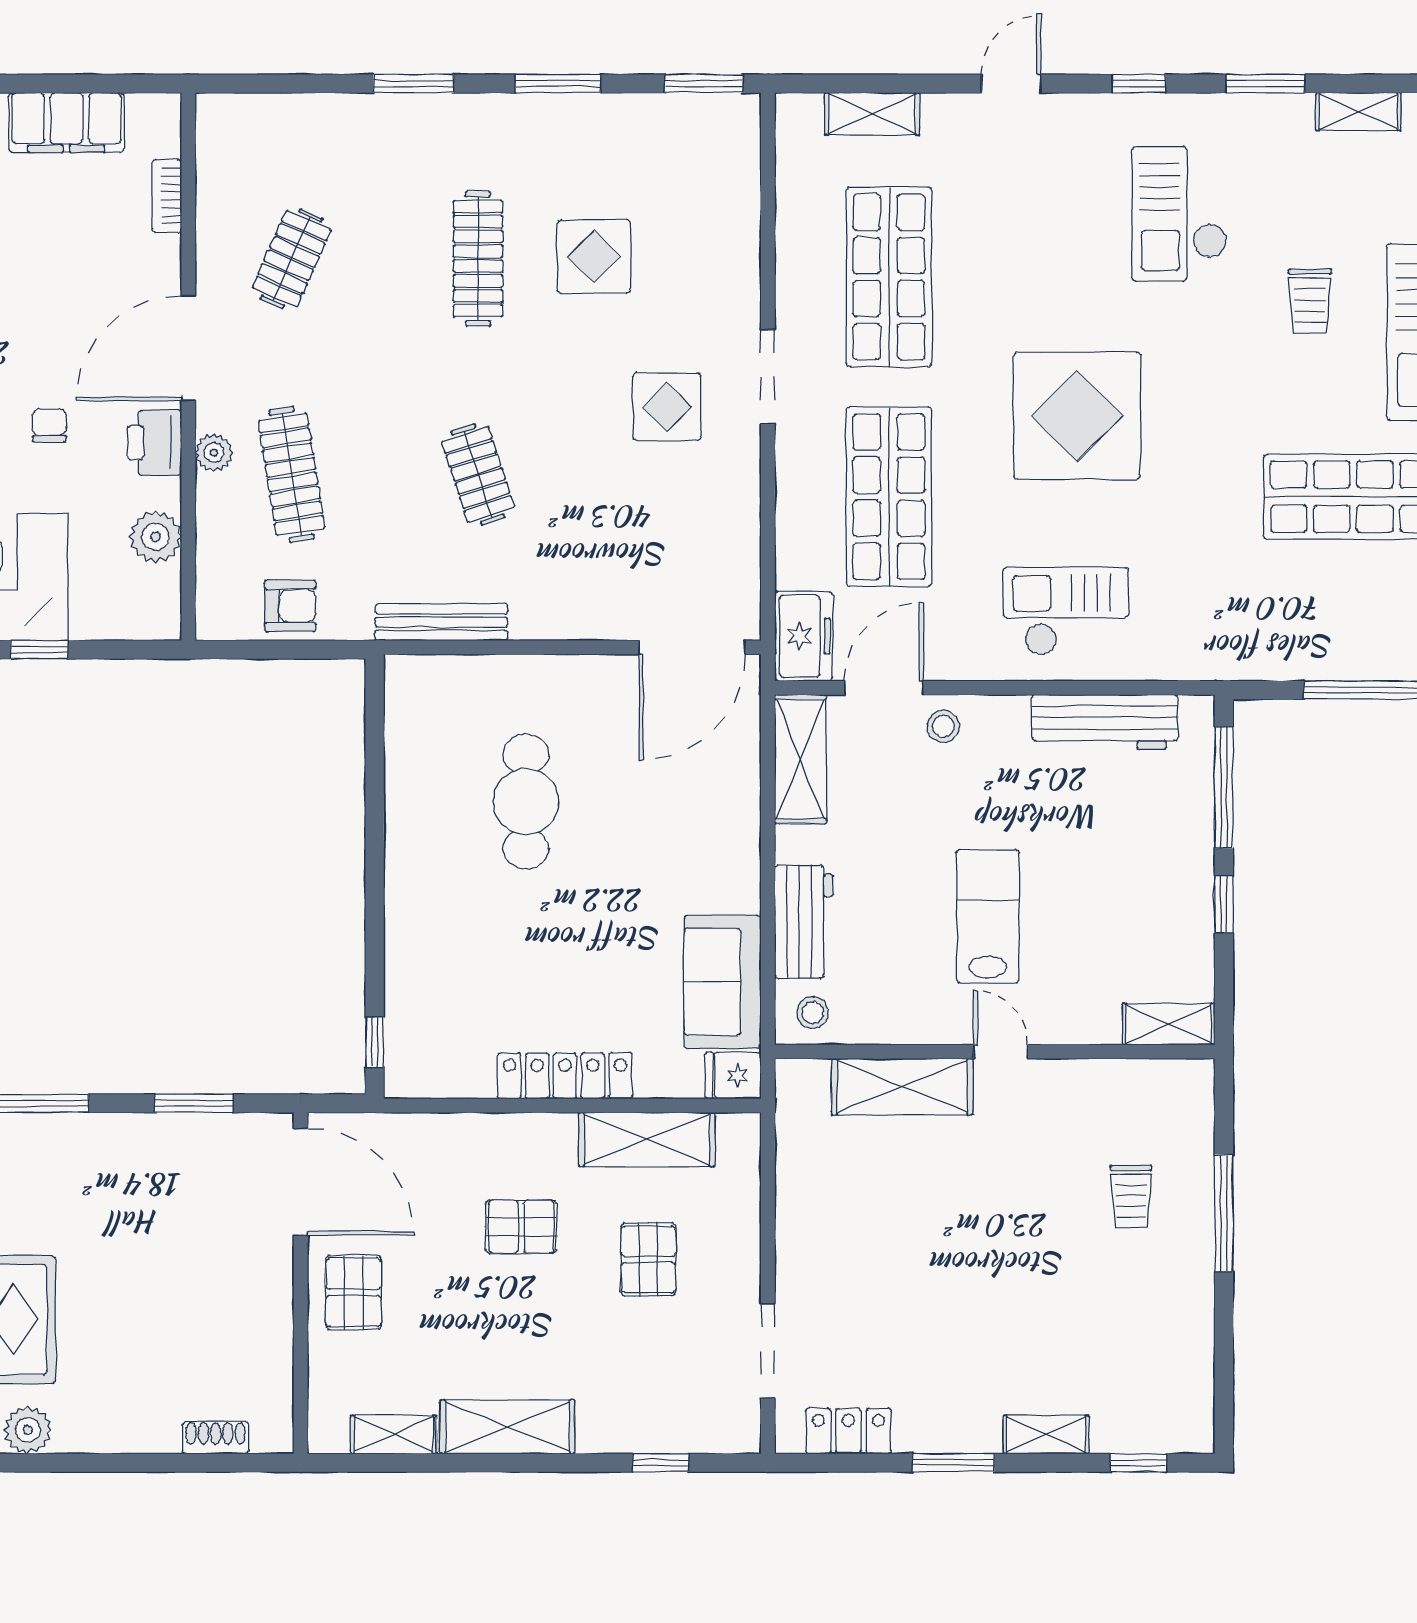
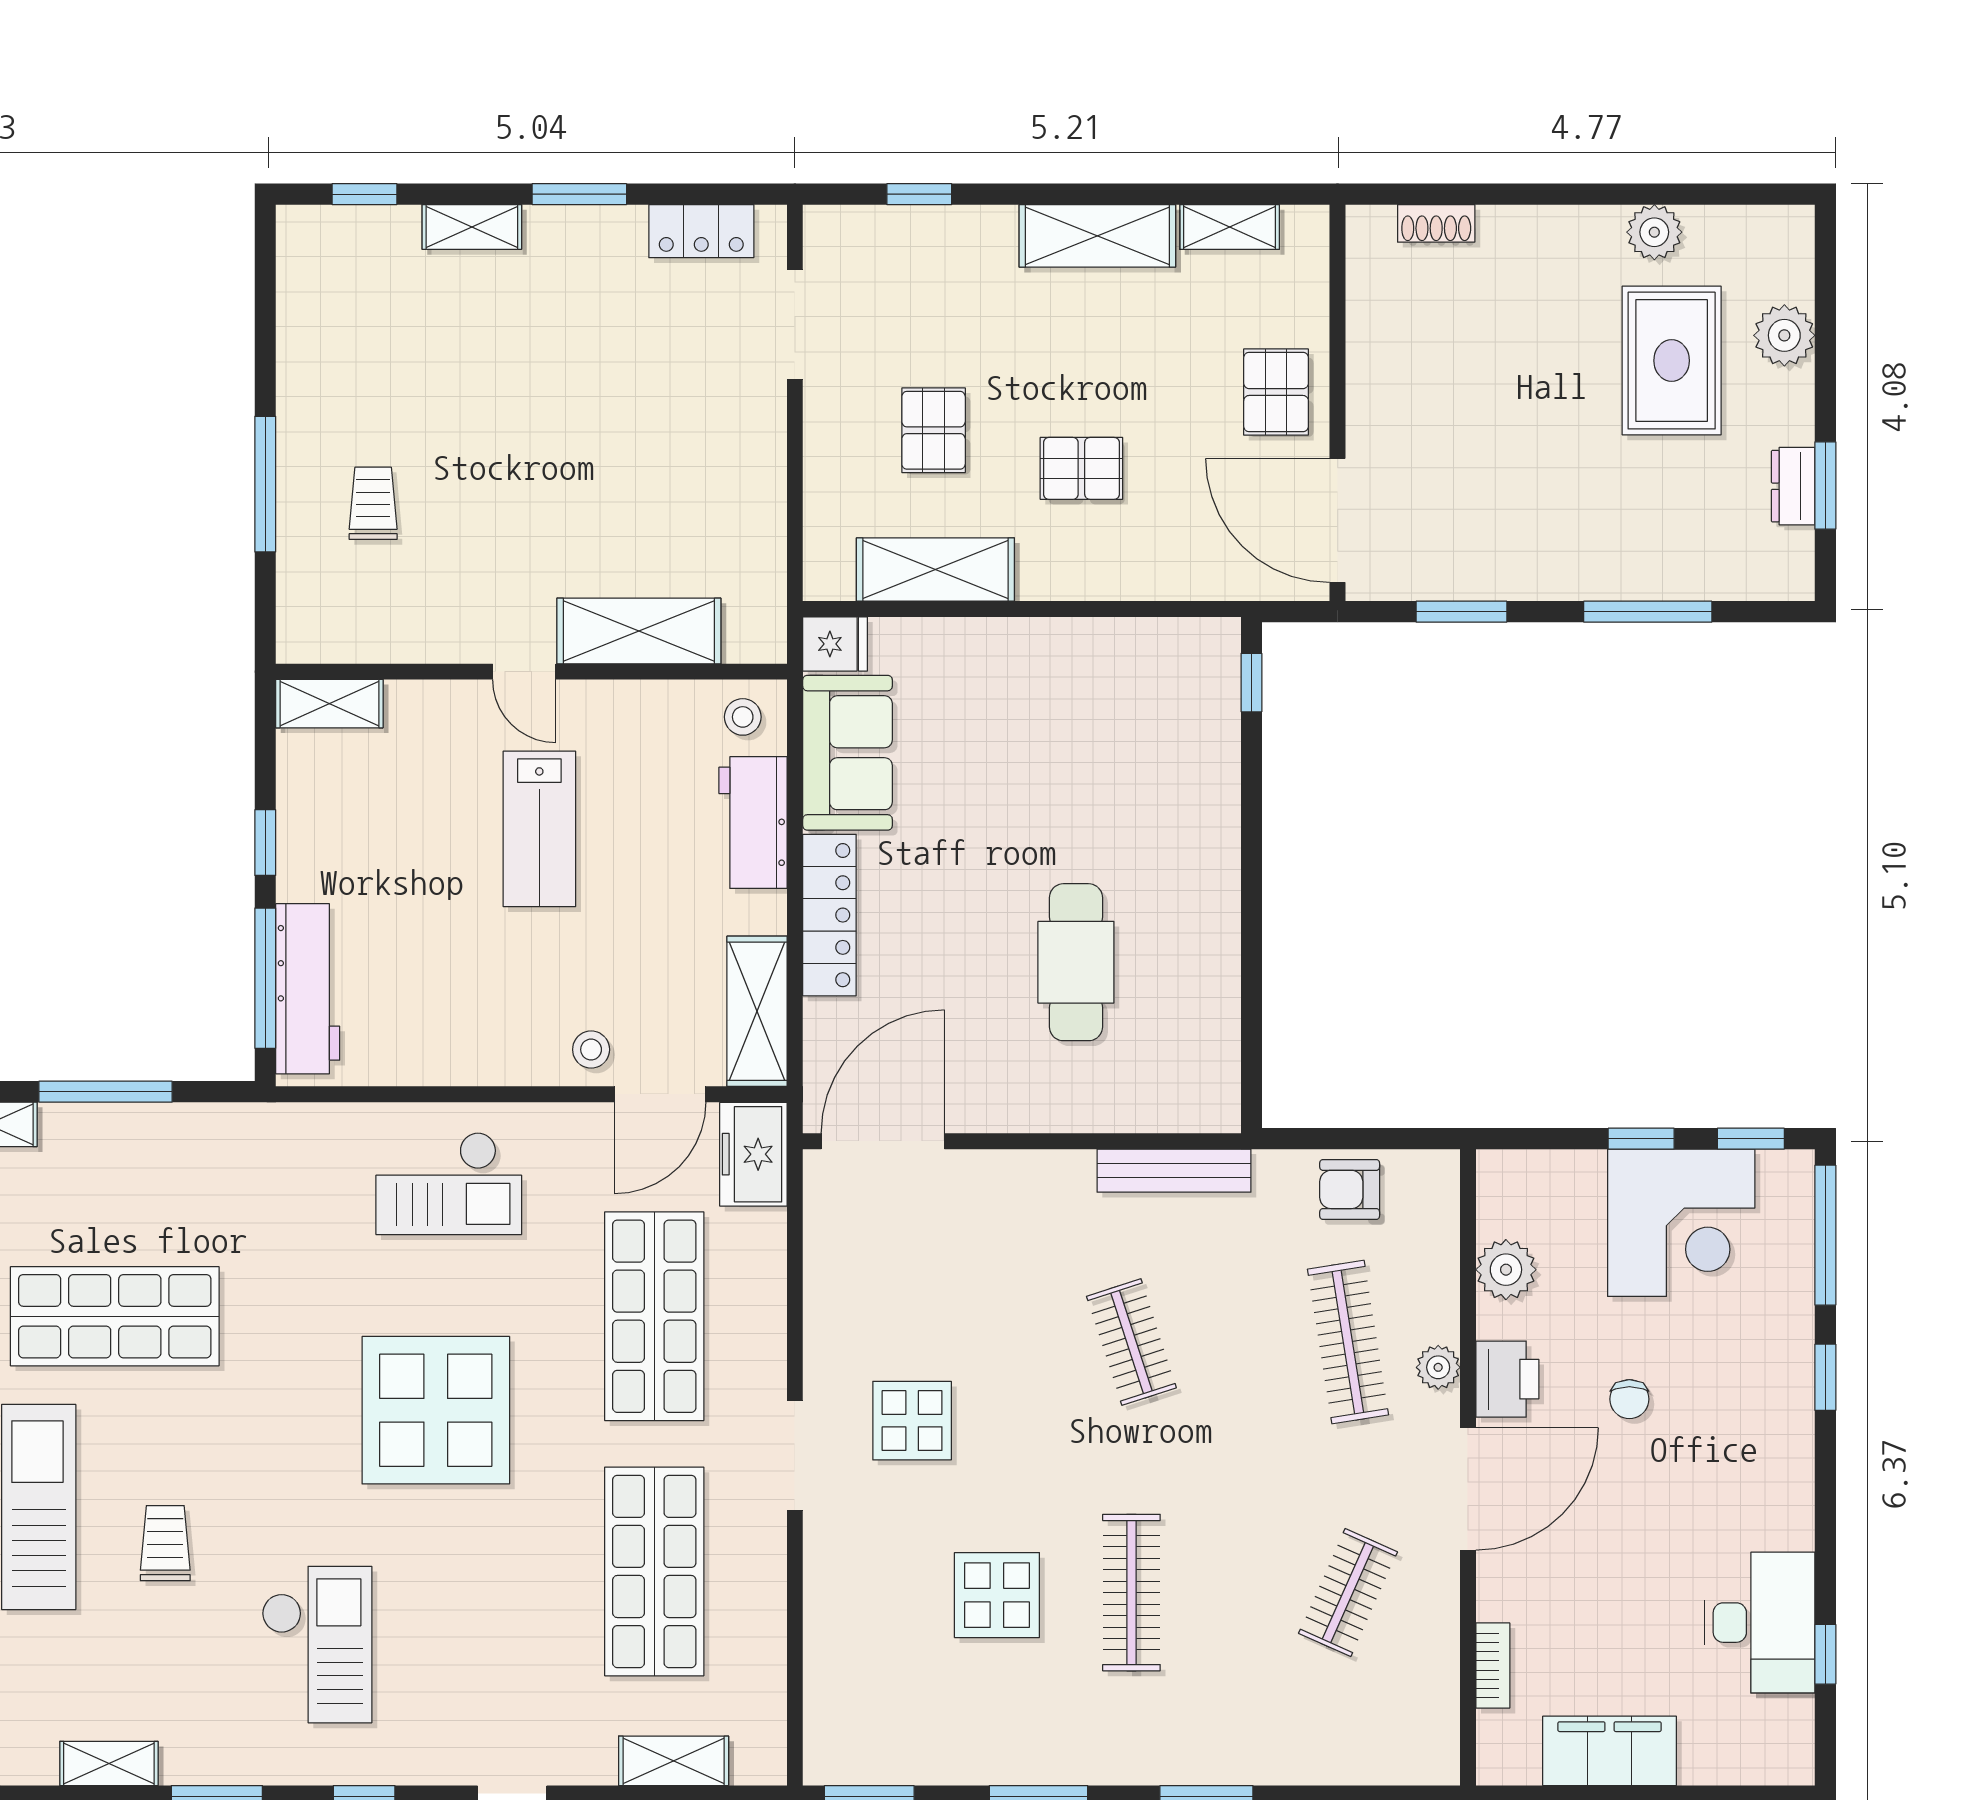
workbench: (1105, 722) -> (308, 989), moved, turned 90
locker: (565, 1076) -> (829, 915), moved, turned -90

